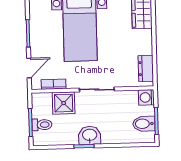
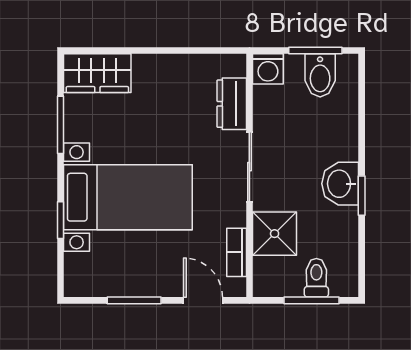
dresser: (146, 68) -> (232, 104), moved, turned 90

